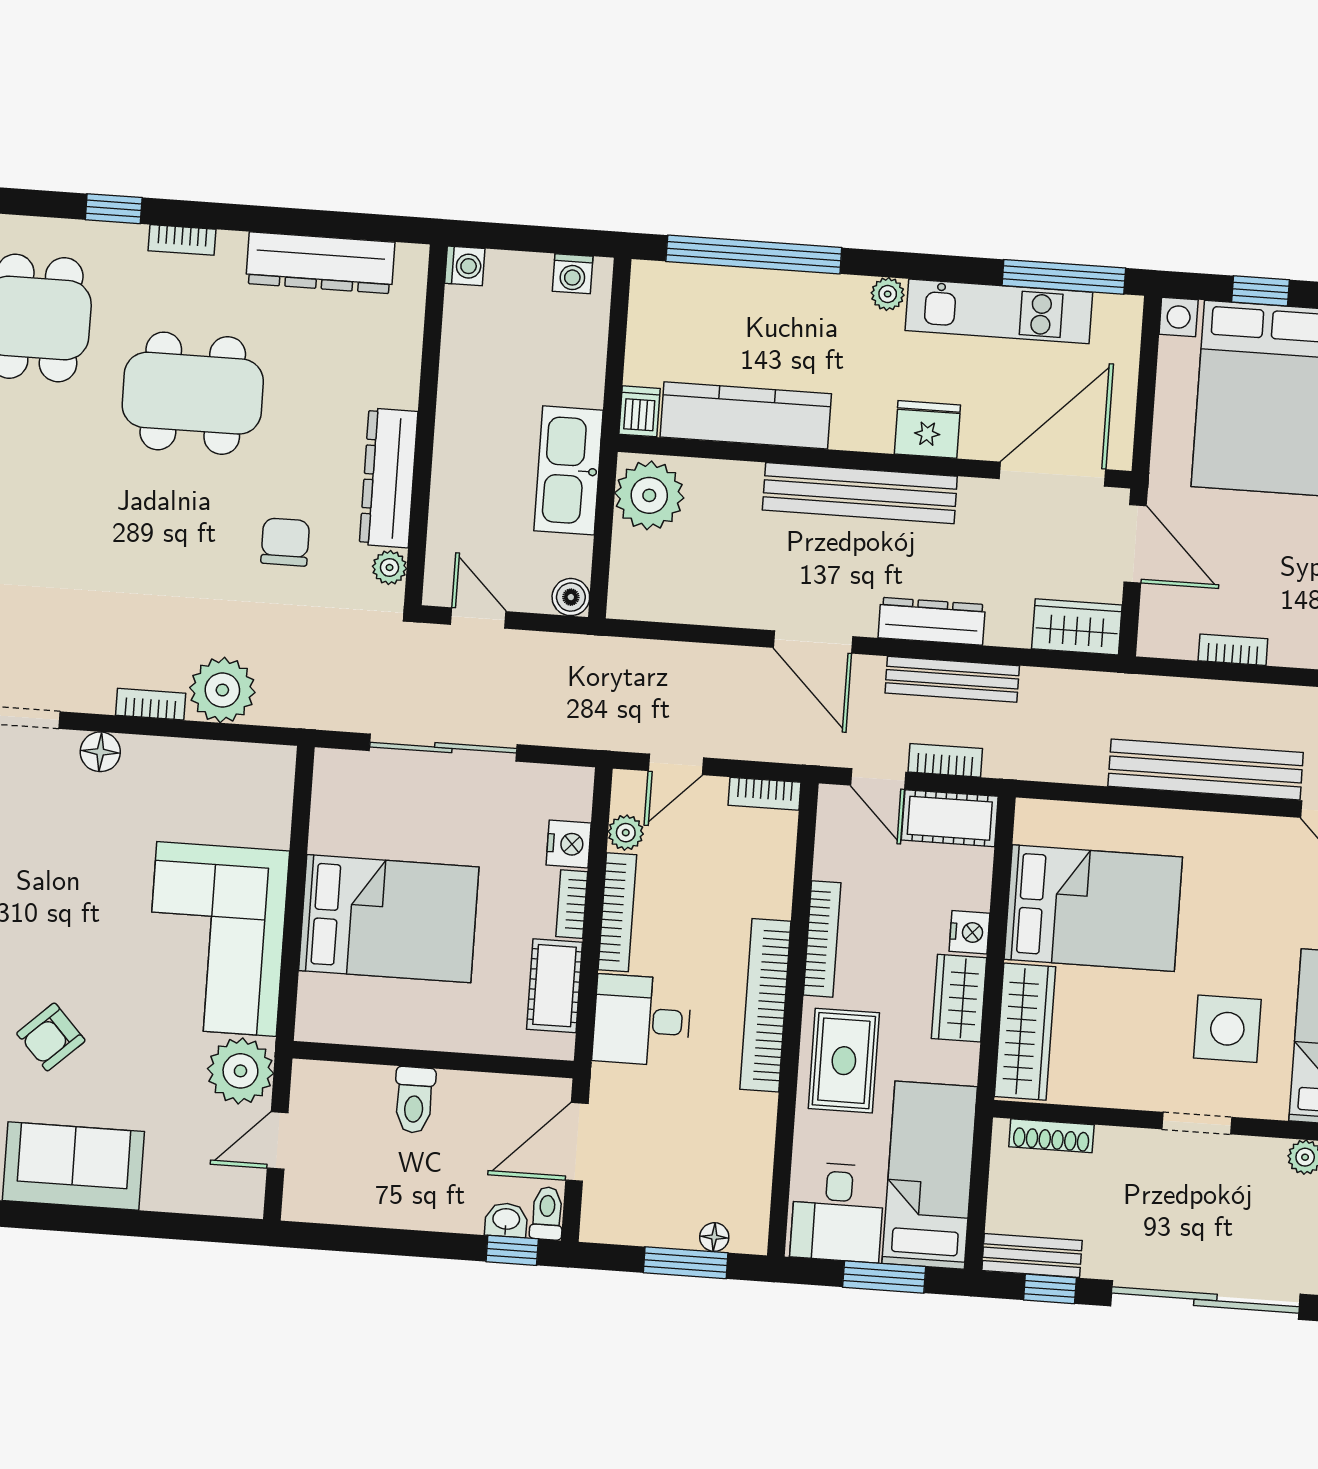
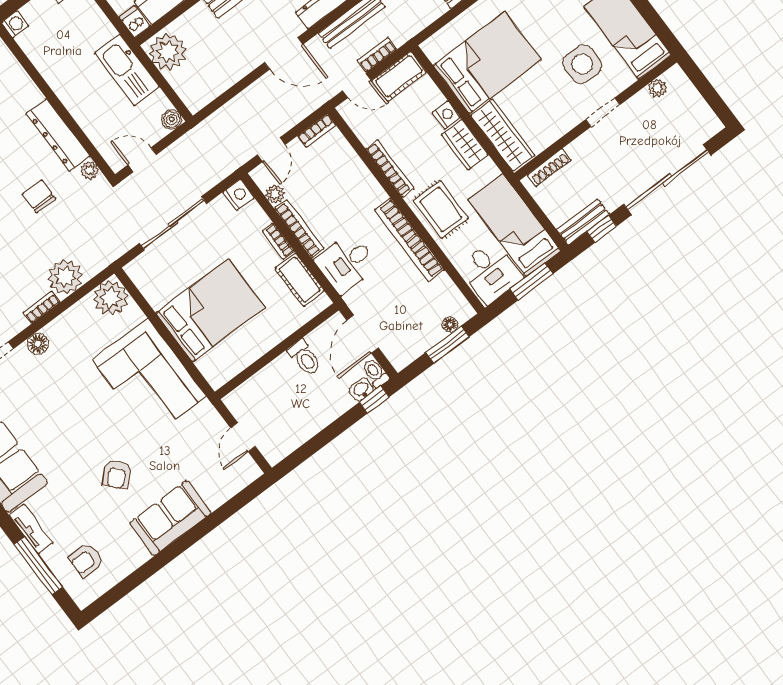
nightstand: (569, 844) -> (239, 195), moved
bookcase: (765, 1005) -> (409, 240), moved
plant: (240, 1071) -> (111, 298), moved
toilet: (414, 1100) -> (305, 358), moved

